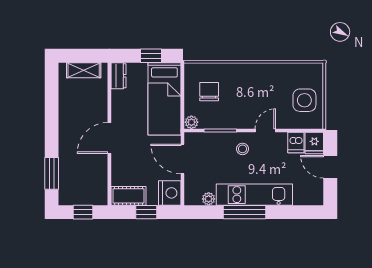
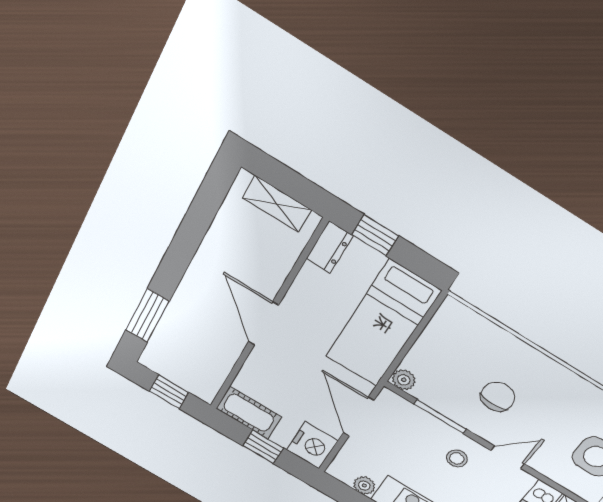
window: (151, 56) -> (375, 235), moved
chair: (209, 92) -> (498, 397), moved
door: (109, 138) -> (263, 323), hinge flipped

